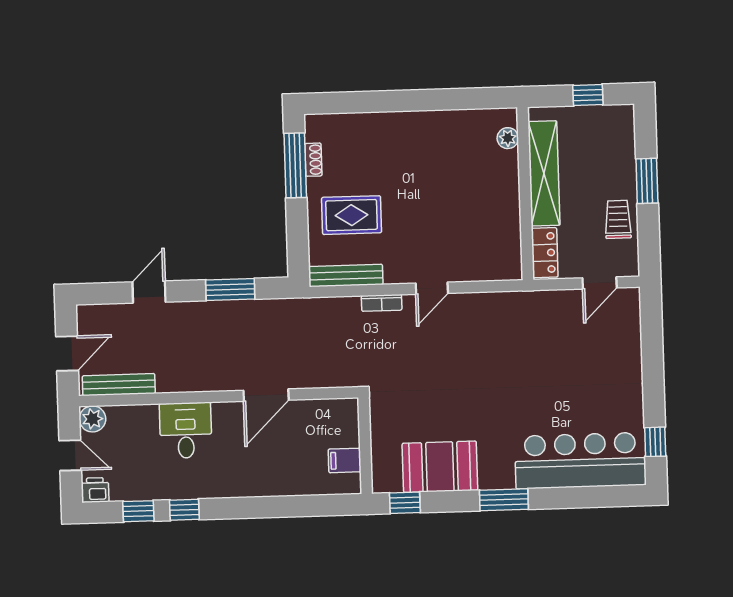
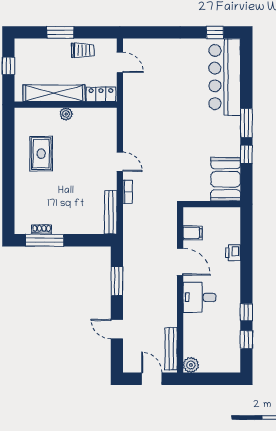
plant: (508, 138) -> (66, 114), moved
rug: (352, 215) -> (41, 154), moved
trolley: (618, 219) -> (83, 50), turned 180
desk: (186, 430) -> (199, 297), moved
door: (70, 455) -> (212, 379), removed
filing cabinet: (345, 460) -> (193, 233), moved, turned -90
booth: (440, 467) -> (226, 179), moved
printer: (95, 490) -> (233, 253), moved
window: (405, 503) -> (246, 154), moved

